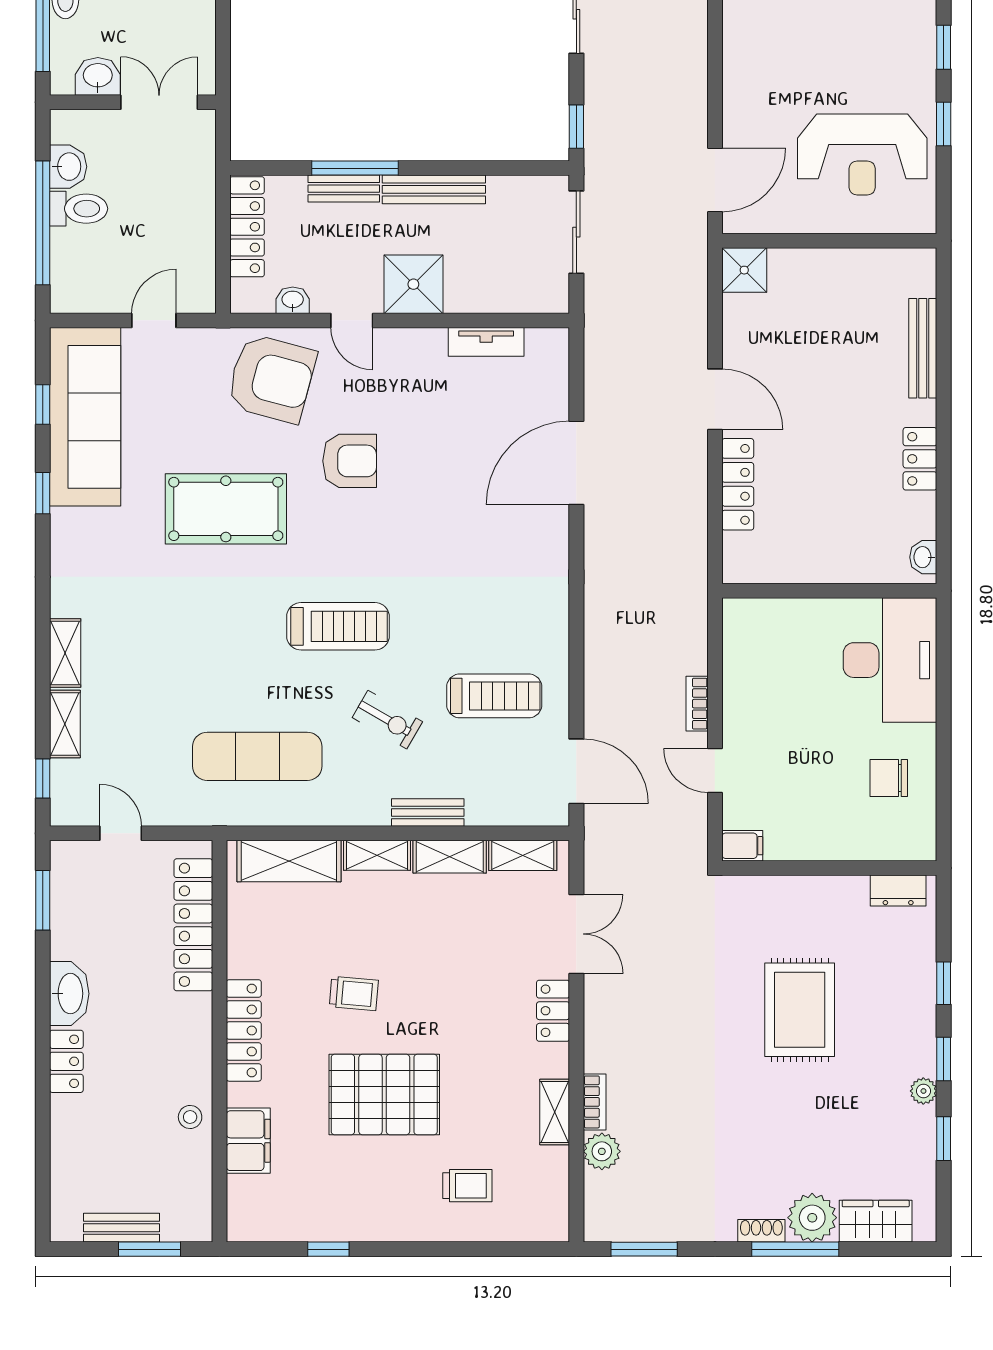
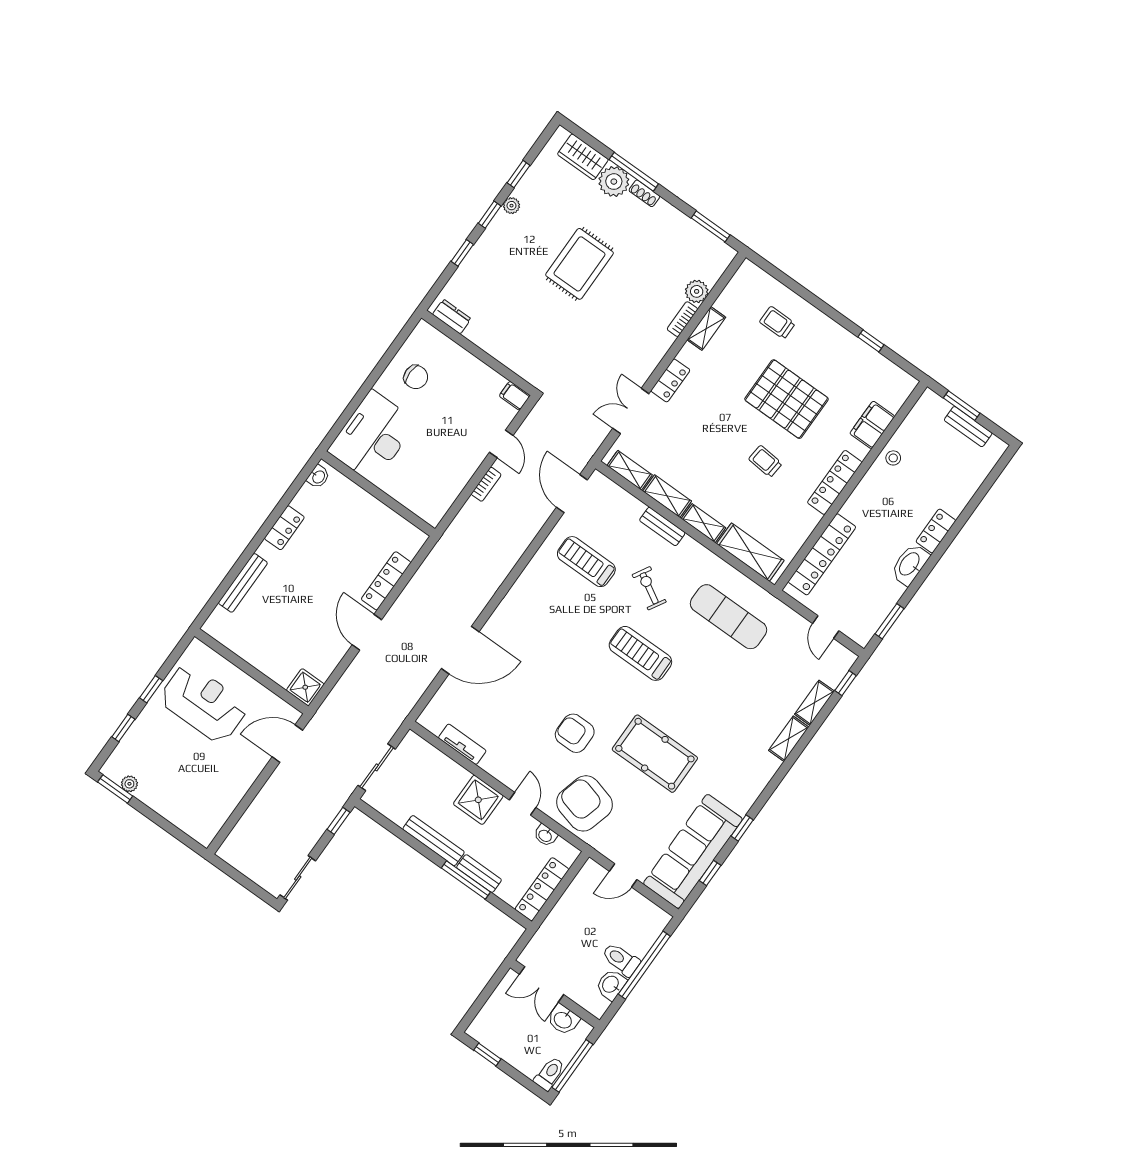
rug: (800, 1010) -> (579, 264), moved

